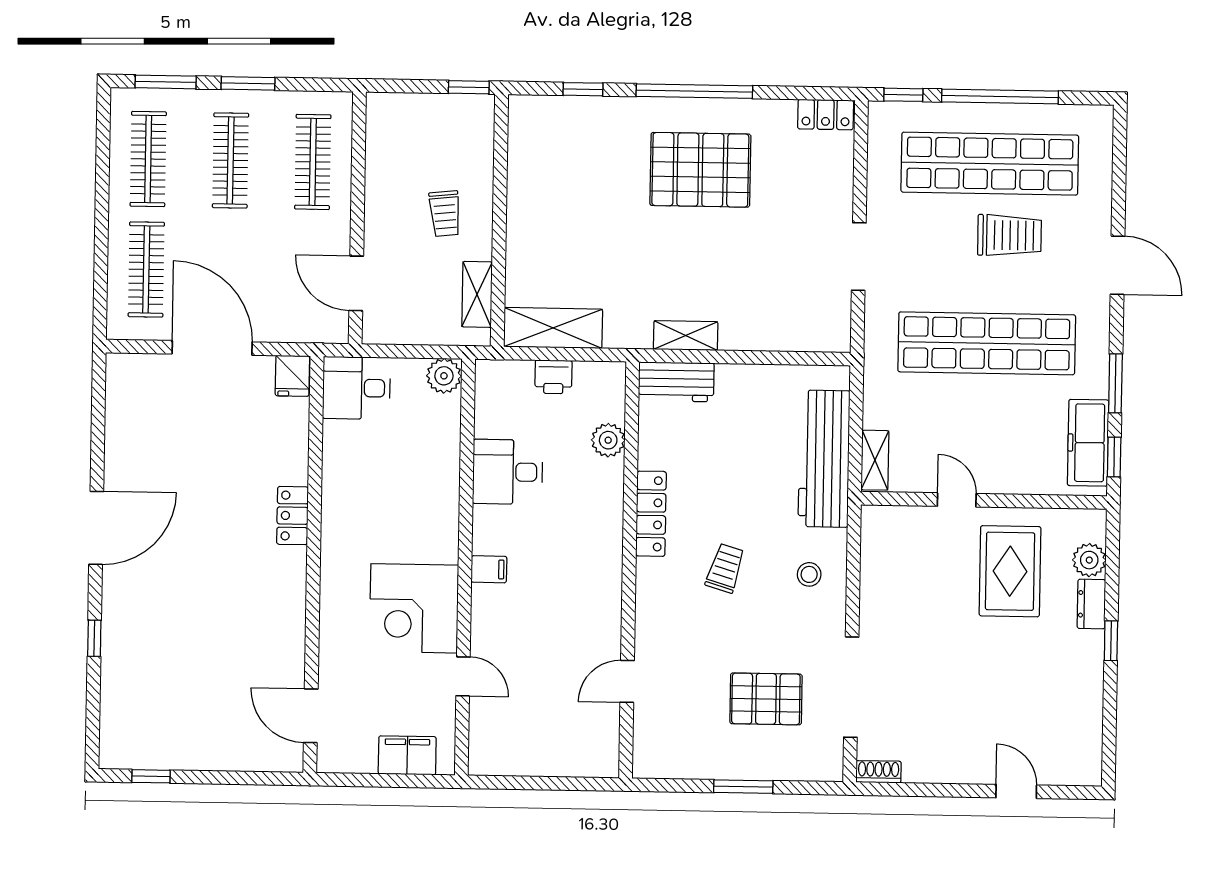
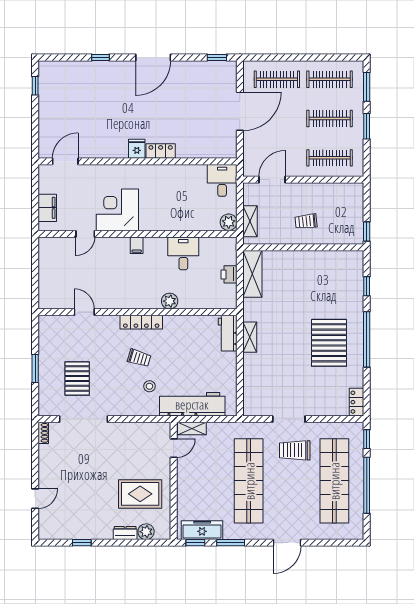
trolley: (1009, 235) -> (295, 450), moved, turned 90
shelving: (477, 294) -> (250, 221), moved, turned 90
fridge: (292, 376) -> (137, 149), moved, turned 90
window: (99, 394) -> (217, 58), added
plant: (608, 440) -> (170, 301), moved
door: (957, 500) -> (174, 448), moved
locker: (651, 514) -> (141, 322), moved
door: (96, 528) -> (153, 58), hinge flipped
stool: (809, 574) -> (149, 386), moved
window: (1111, 641) -> (82, 543), moved

